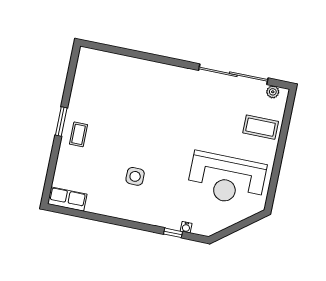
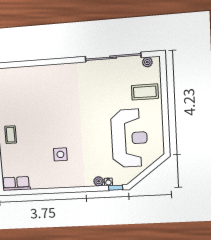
reception desk: (227, 179) -> (129, 138), turned -90
plant: (174, 223) -> (99, 181), added
window: (173, 233) -> (116, 188), moved

